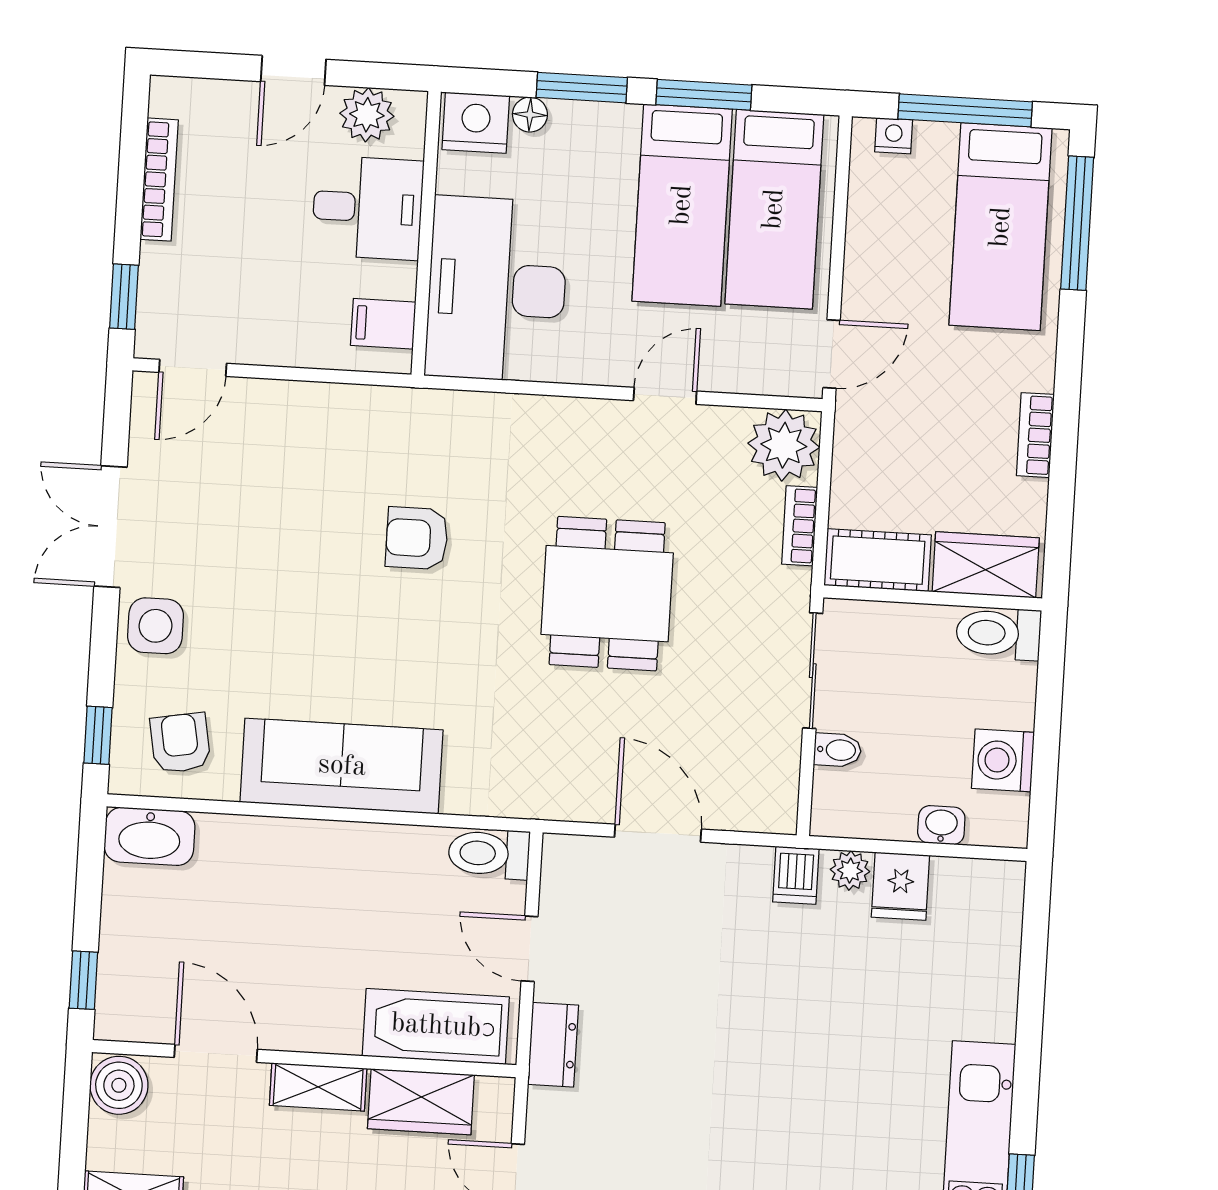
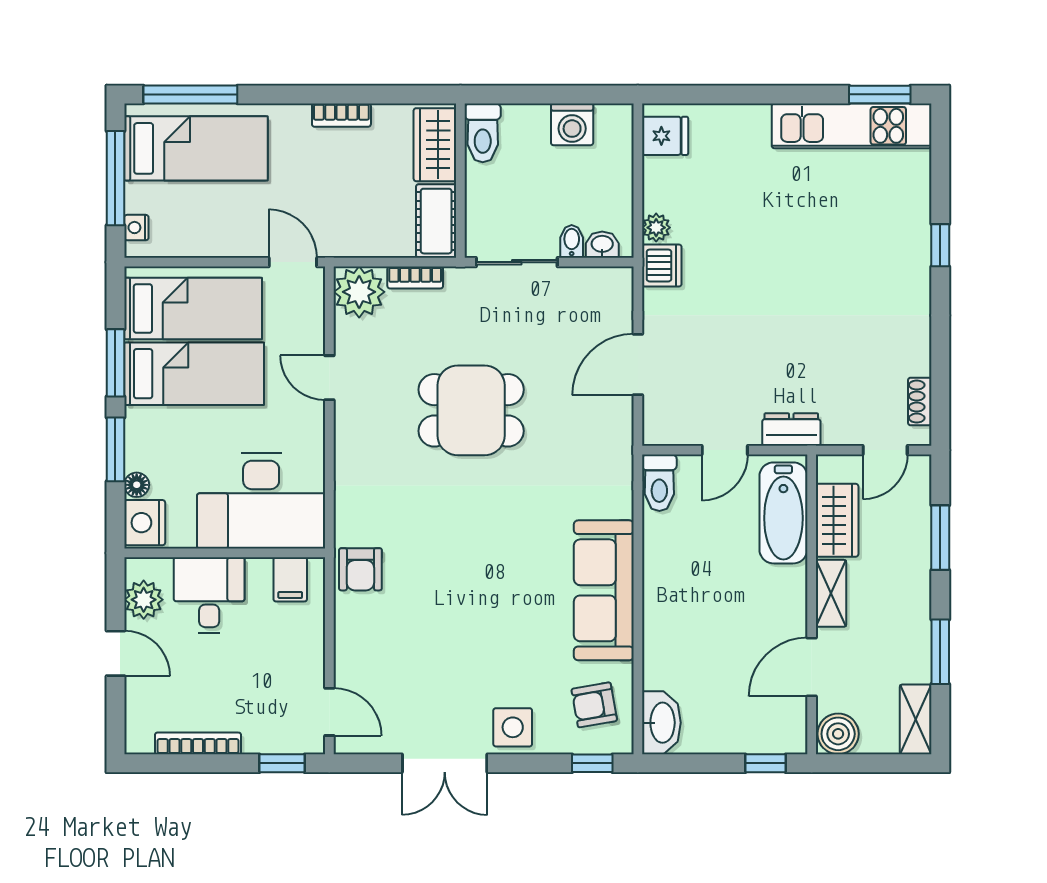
armchair: (417, 538) -> (360, 569), moved
washbasin: (941, 825) -> (602, 245), moved, turned 90
dishwasher: (796, 875) -> (662, 265), width x1.38
fridge: (900, 886) -> (665, 136), moved

